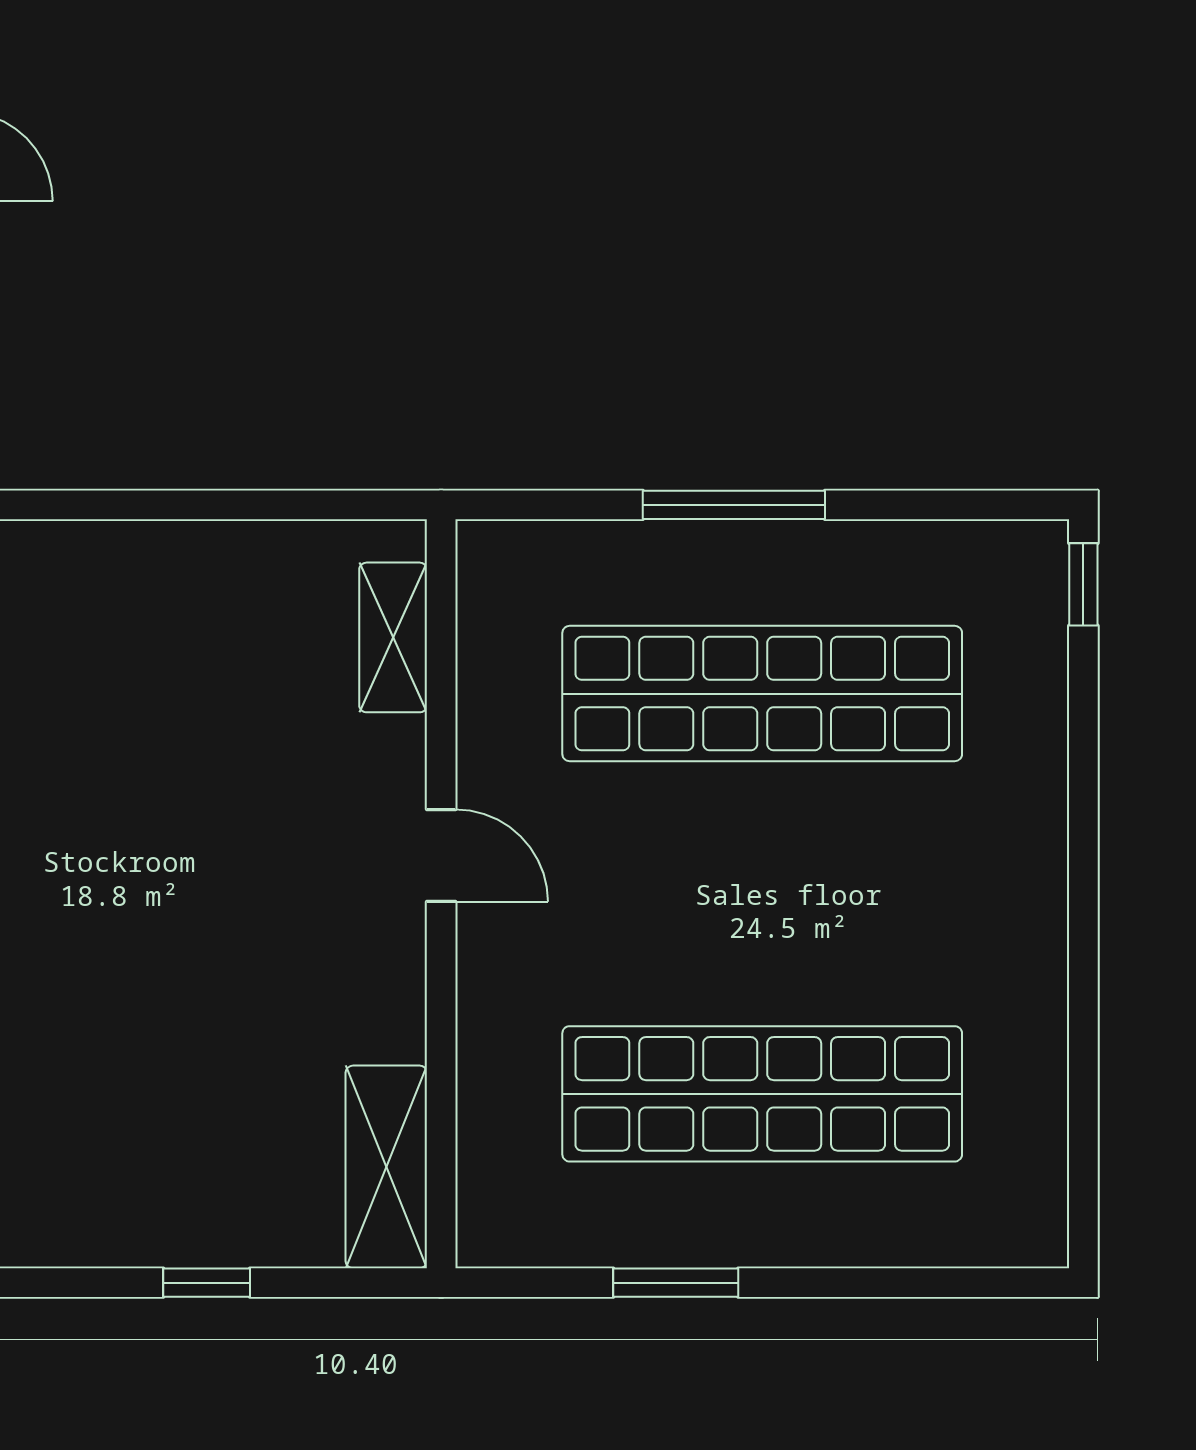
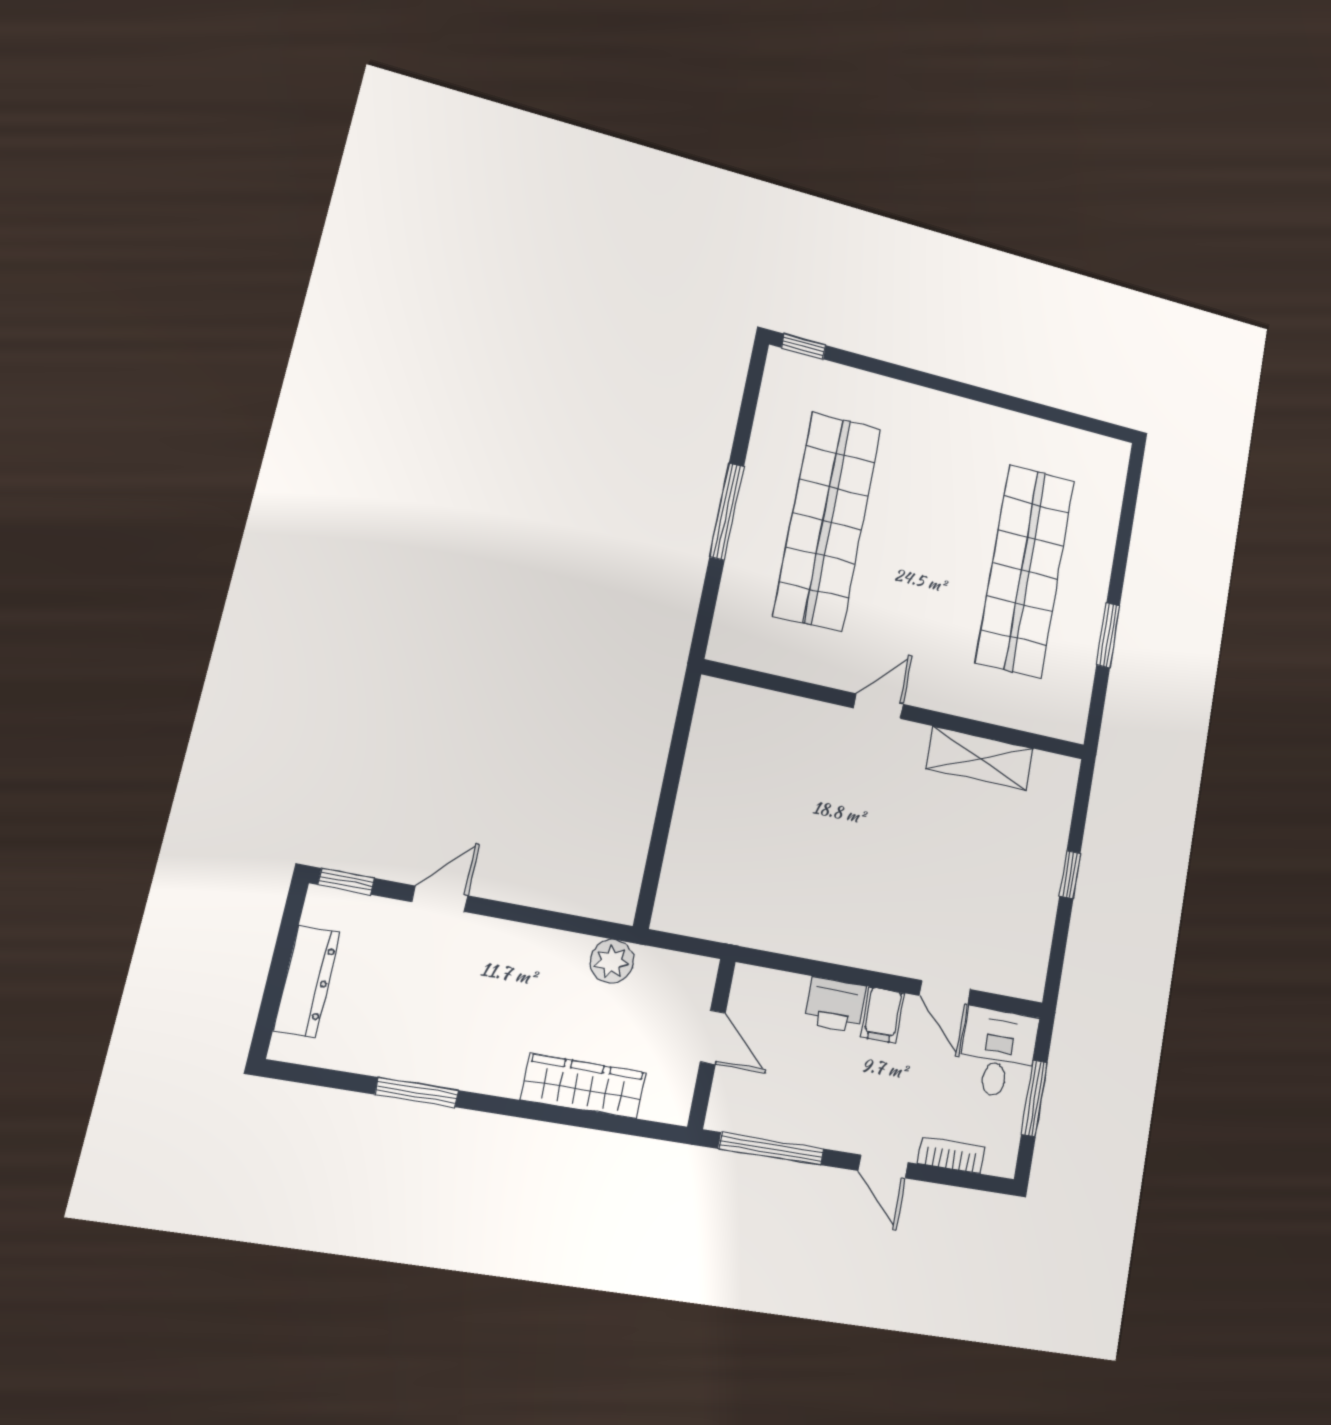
shelving: (393, 637) -> (760, 706), removed
shelving: (386, 1167) -> (980, 758), moved

